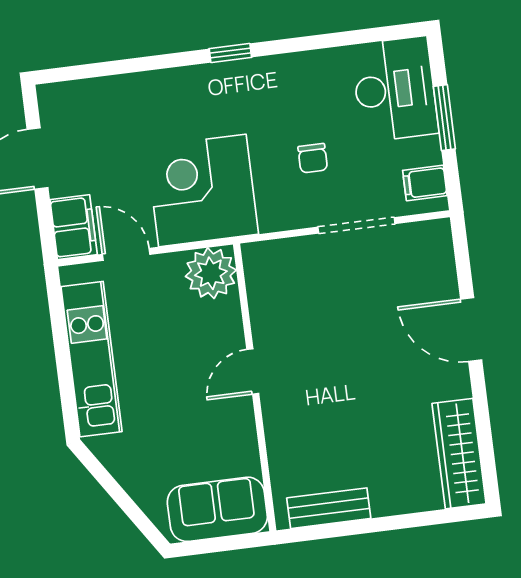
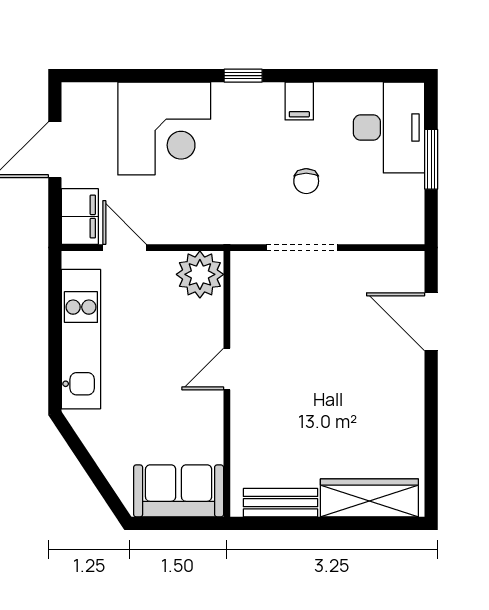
filing cabinet: (425, 183) -> (299, 101), moved, turned -90
corner desk: (202, 190) -> (164, 128), moved, turned 180
doorway: (356, 225) -> (302, 248), moved
door: (471, 329) -> (431, 322), moved
wardrobe: (459, 454) -> (369, 498), moved, turned 90

